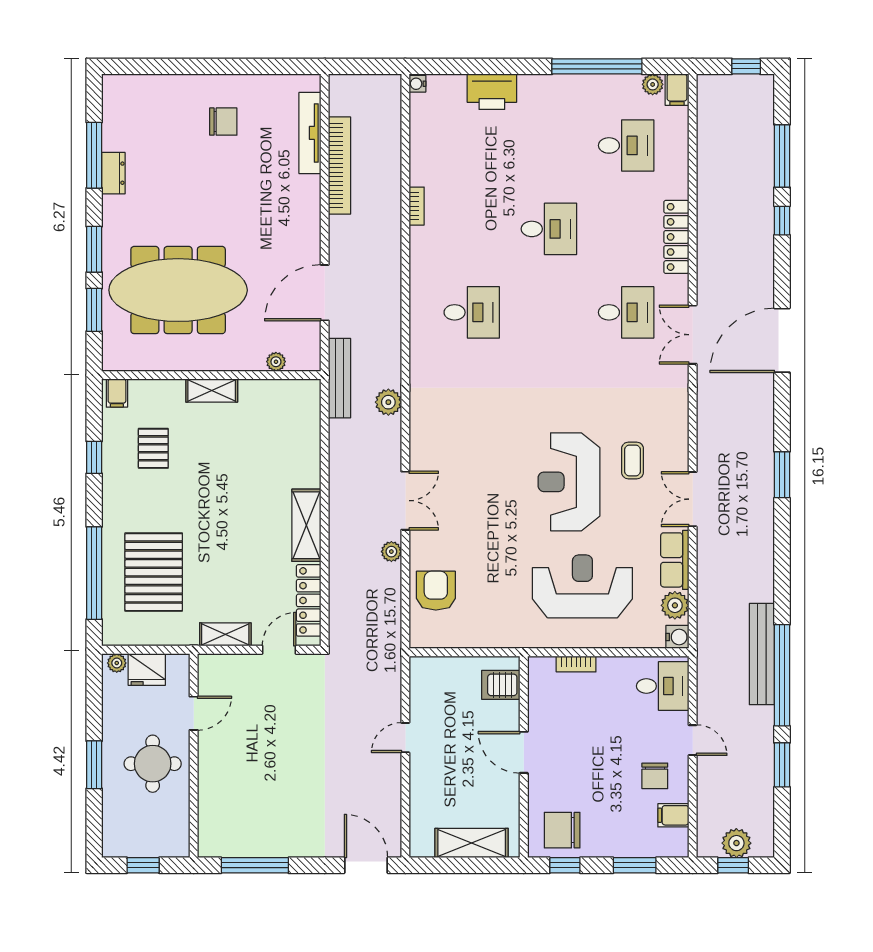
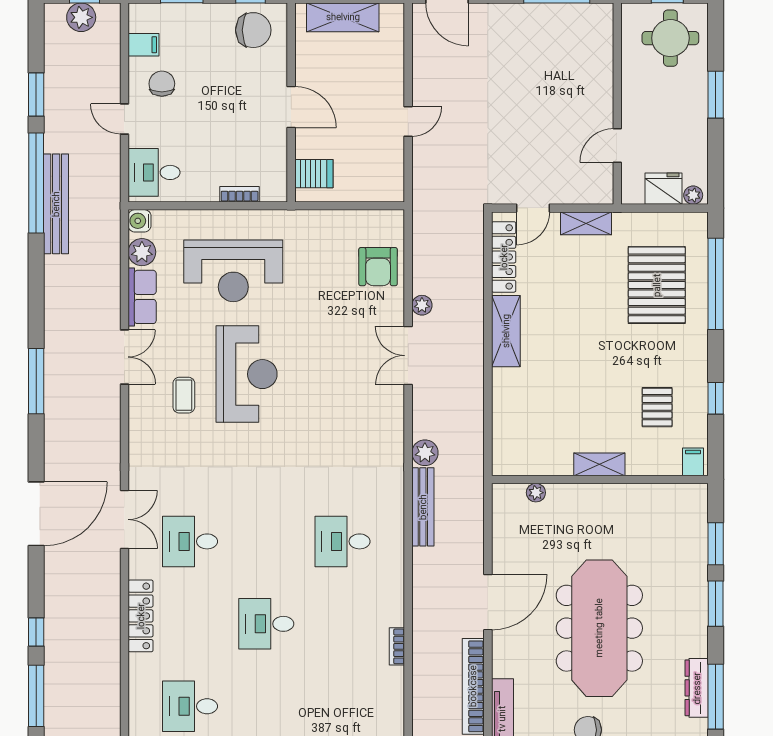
dresser: (113, 173) -> (697, 688), width x1.44
meeting table: (178, 290) -> (599, 628), moved, turned 90
door: (325, 293) -> (488, 602), moved
bench: (340, 378) -> (423, 507), moved
window: (782, 475) -> (36, 381), width x1.44
round table: (153, 764) -> (670, 38), moved

